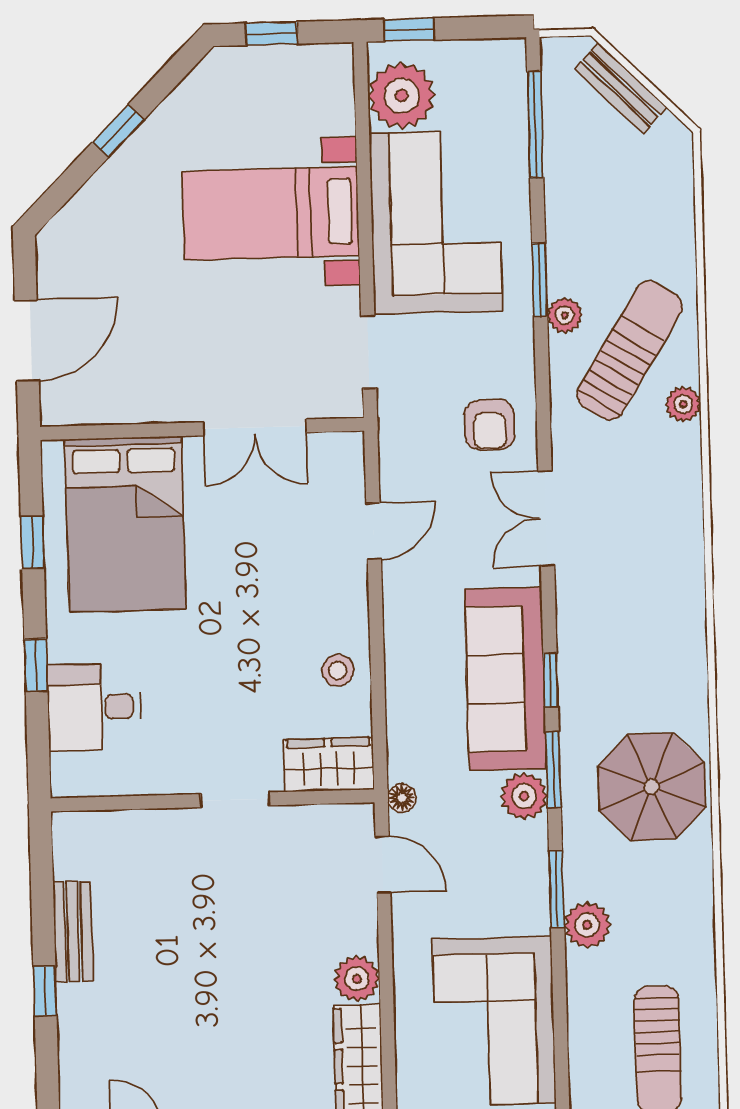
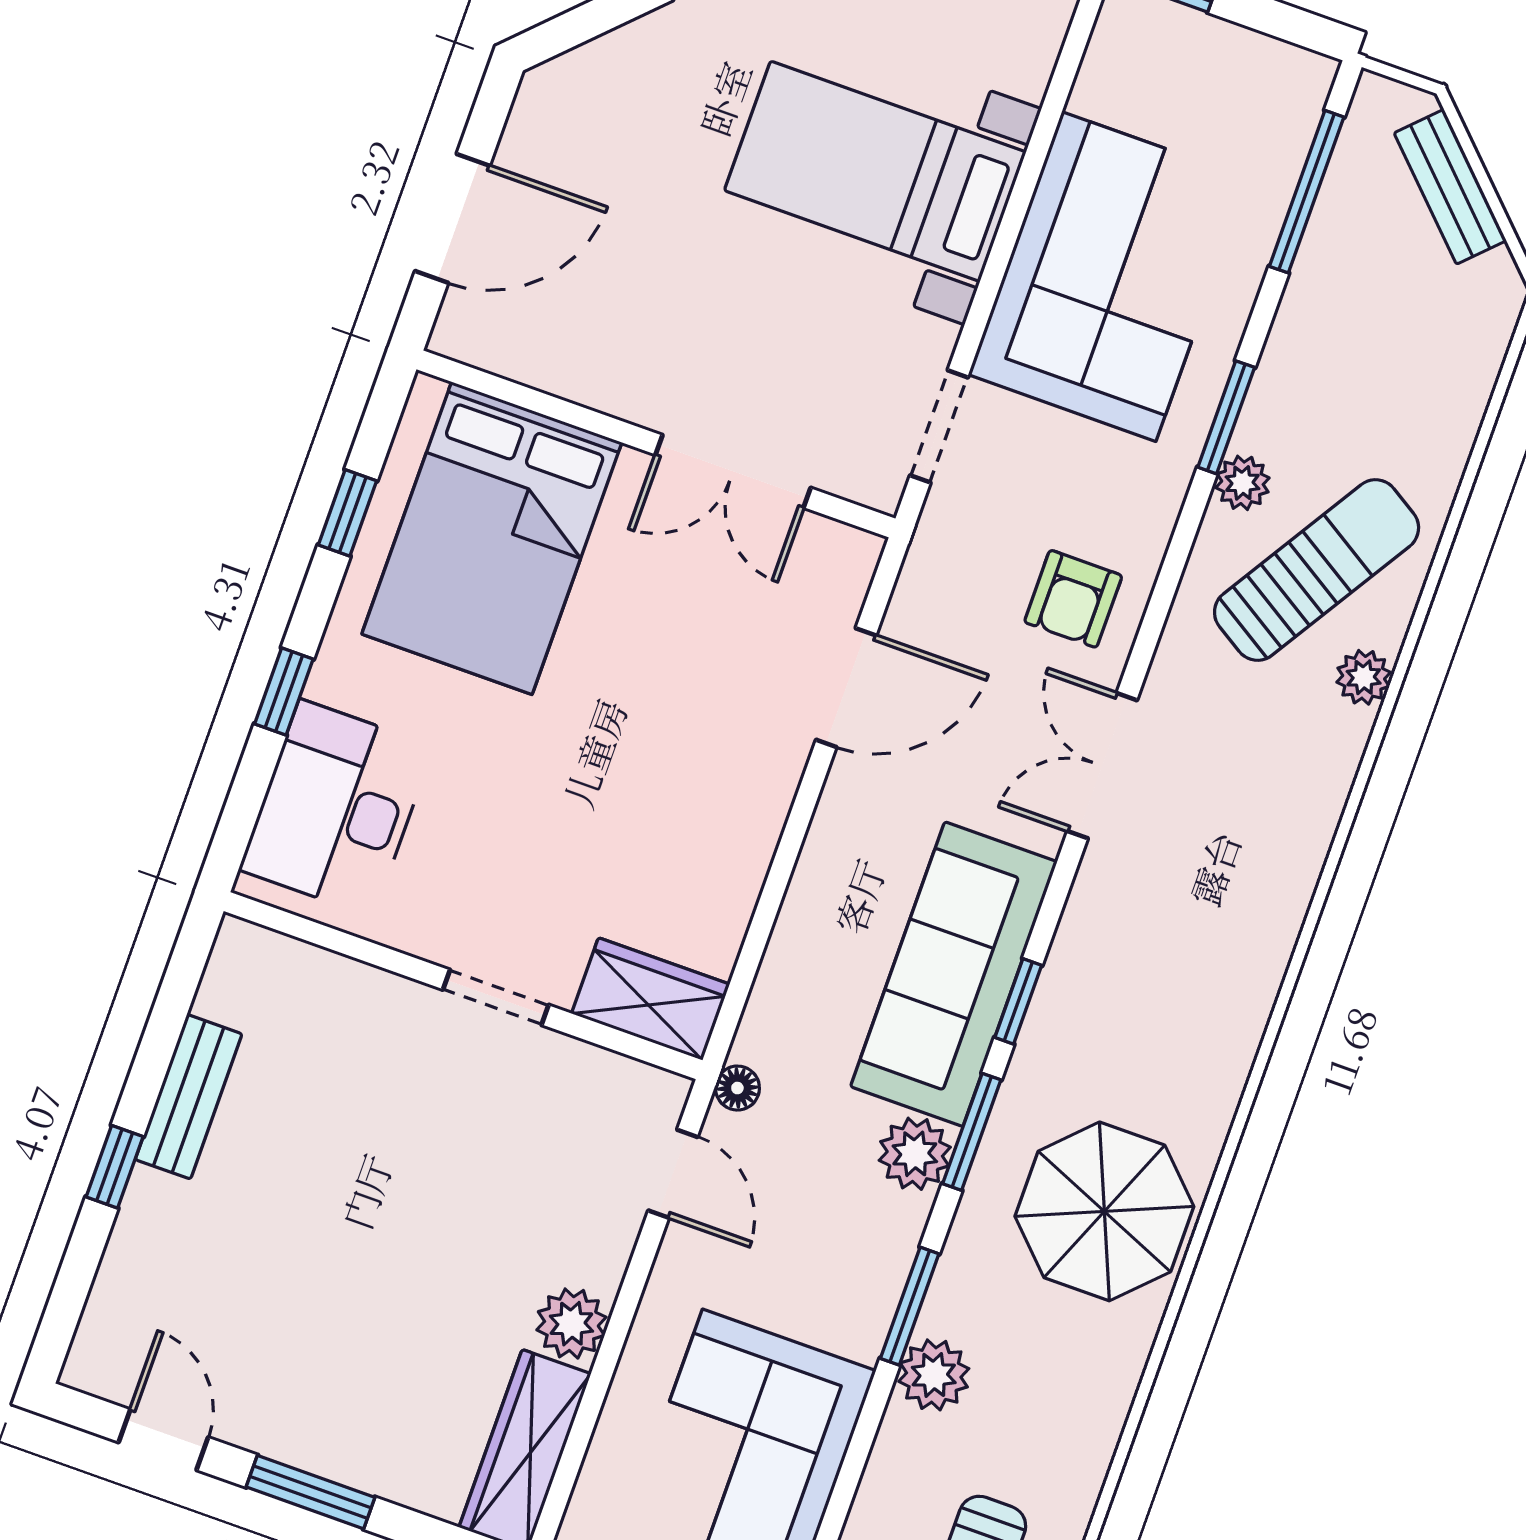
plant: (402, 96) -> (1130, 75), removed
door: (374, 531) -> (846, 688), width x1.38
stool: (338, 670) -> (716, 868), removed
desk: (94, 707) -> (336, 808), width x1.37

